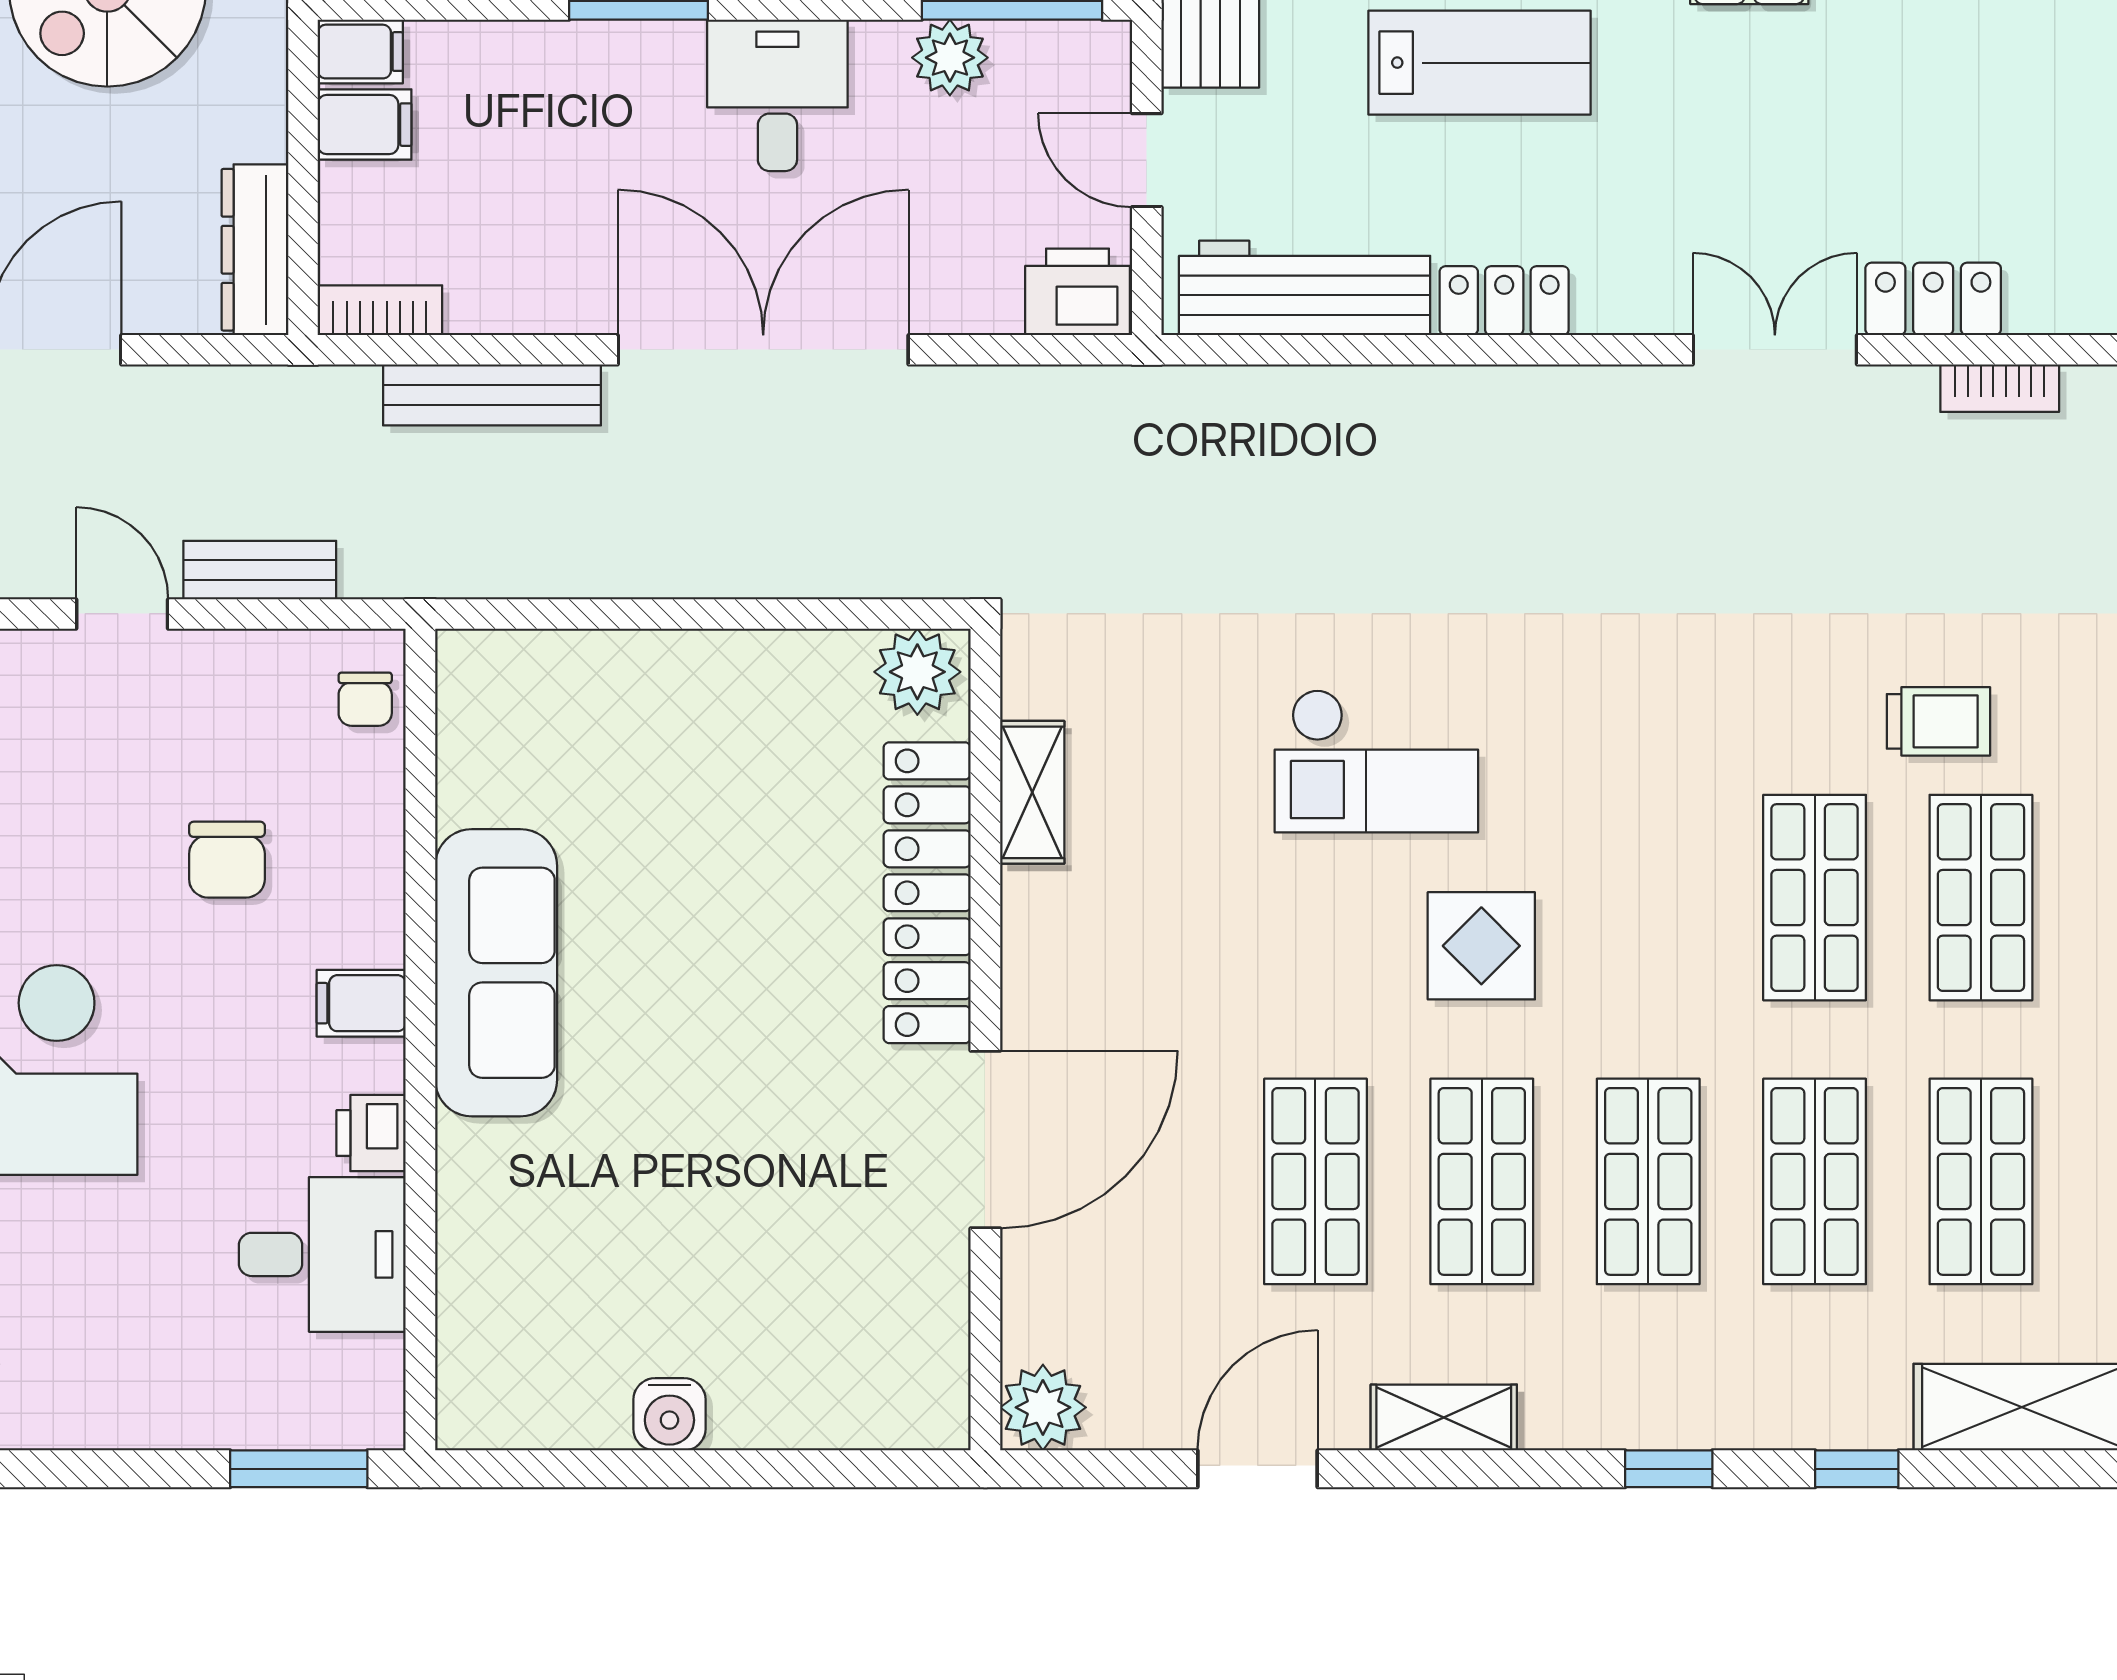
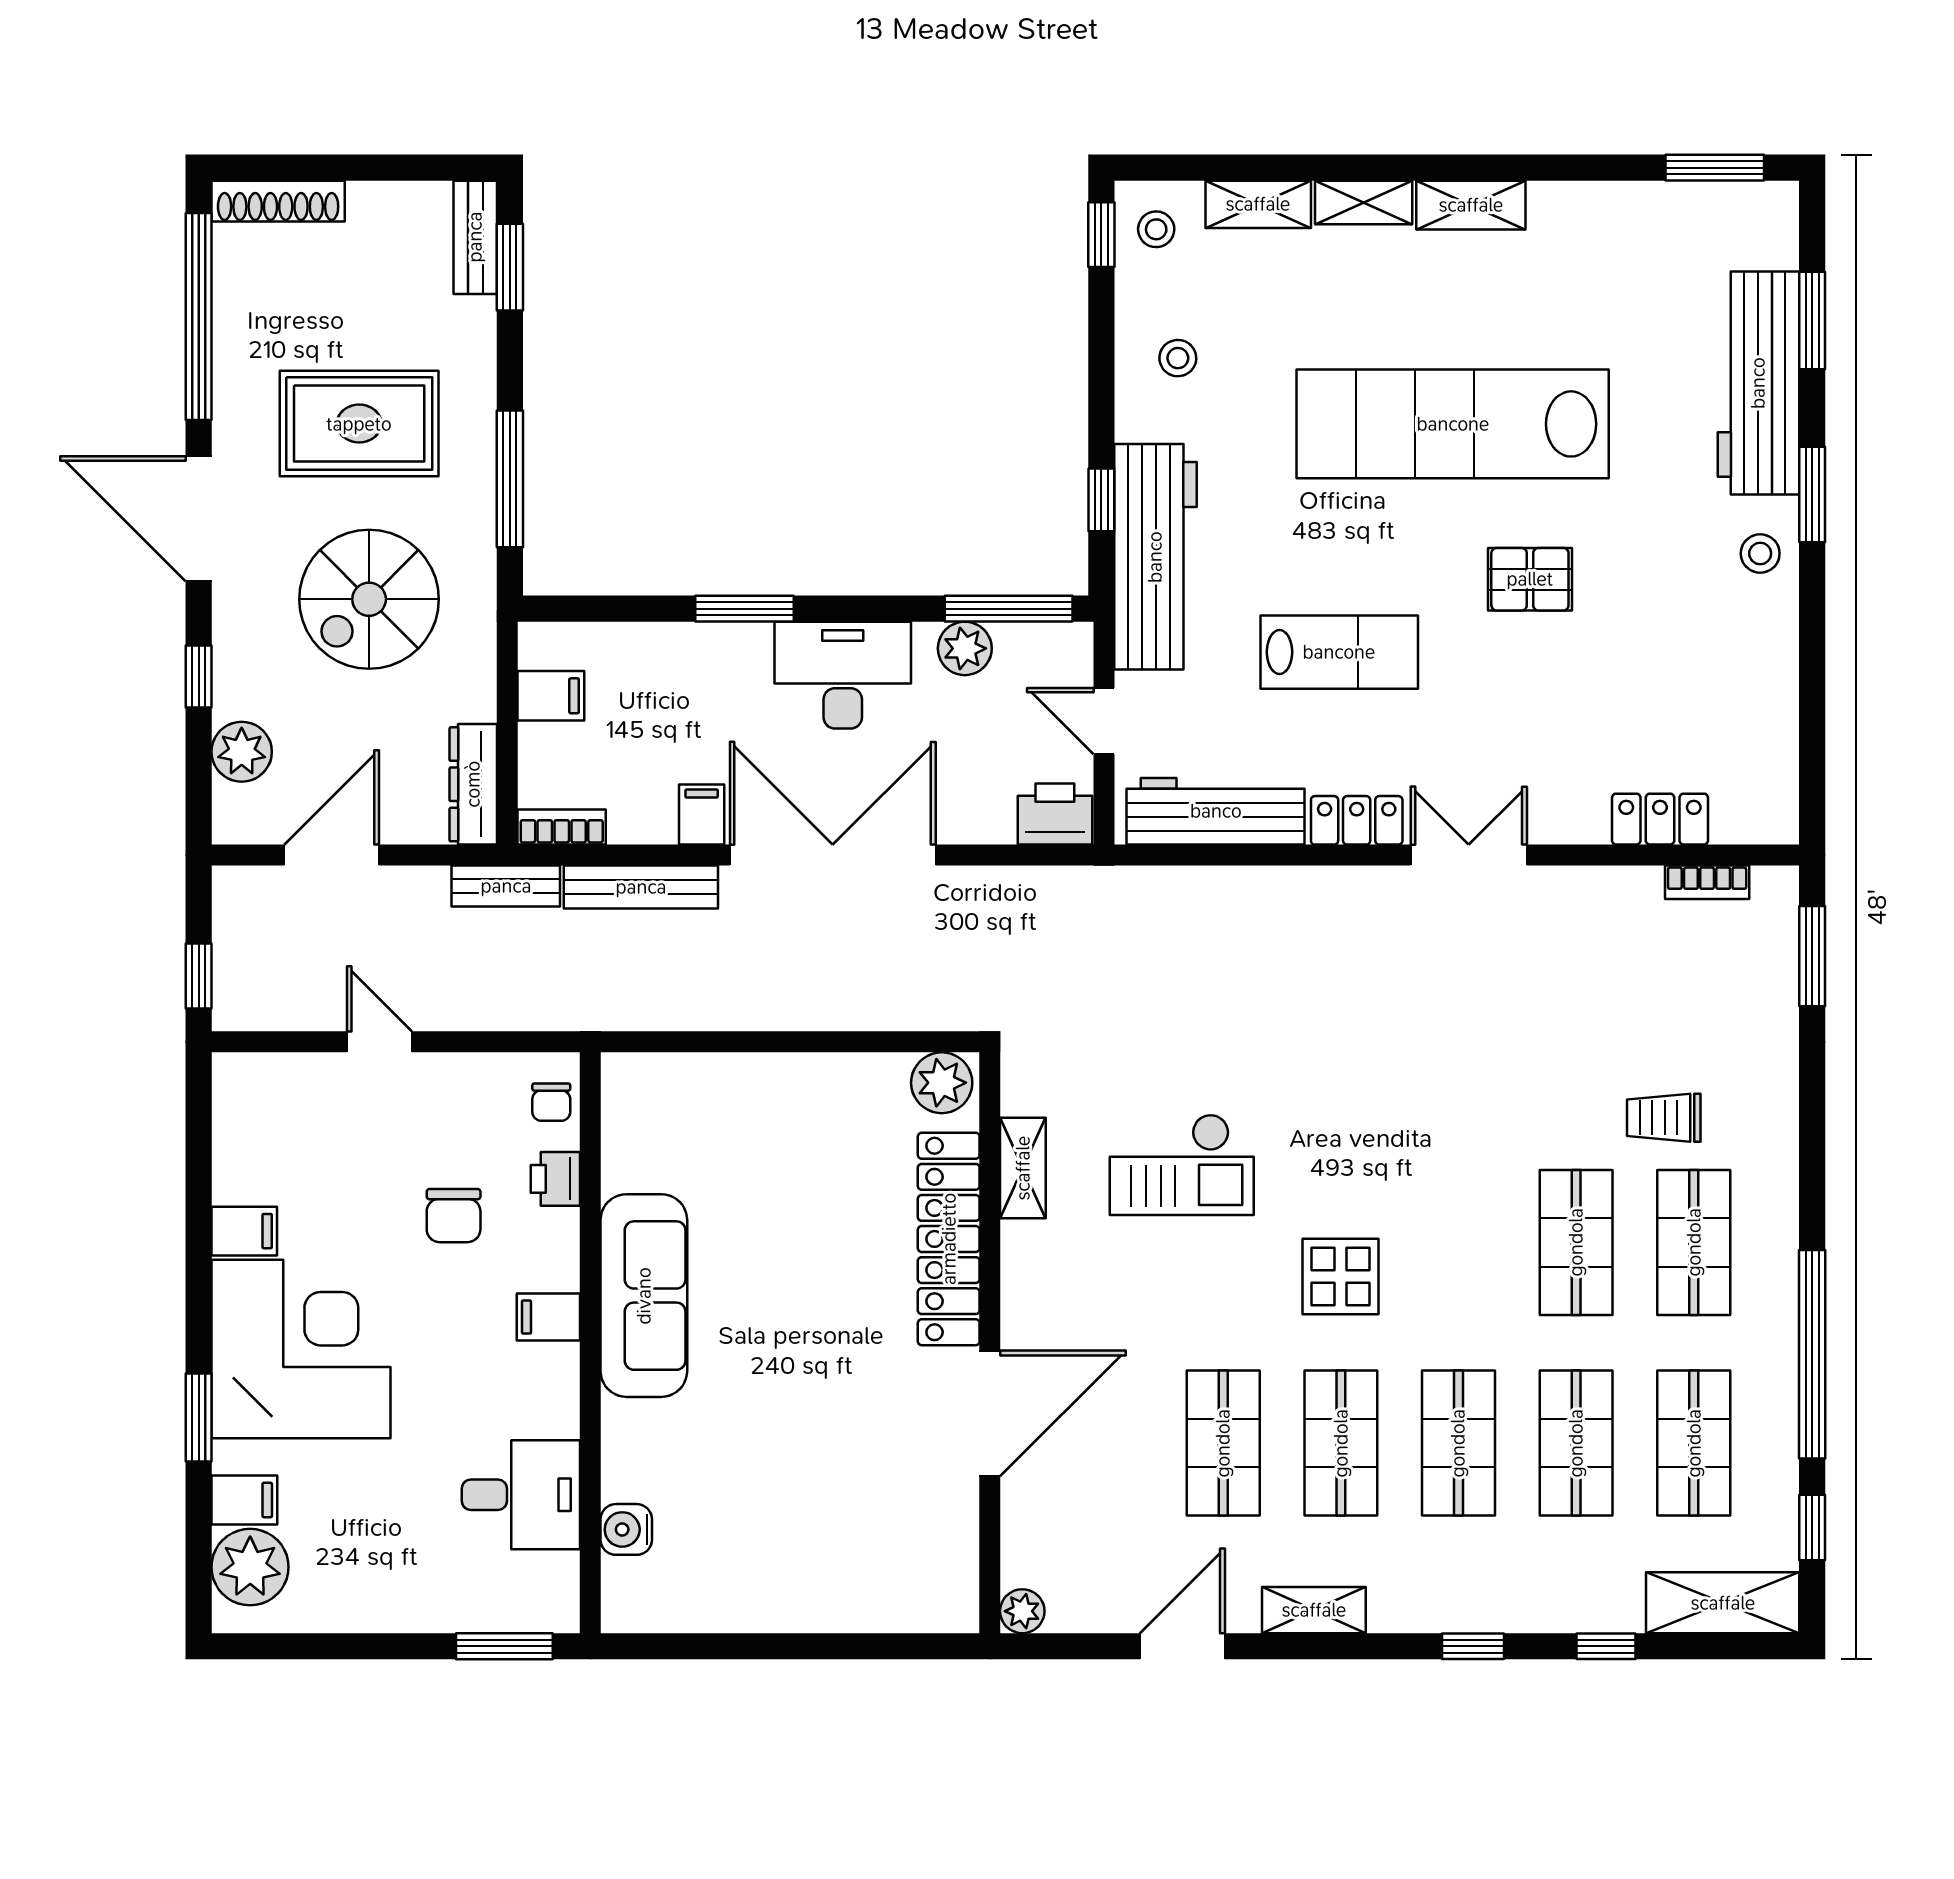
filing cabinet: (360, 52) -> (702, 815), moved, turned -90
desk: (777, 95) -> (843, 675), width x1.37
double door: (1775, 350) -> (1469, 855), moved
bench: (260, 570) -> (506, 886), moved
trolley: (1938, 721) -> (1664, 1118), turned 180
checkout: (1376, 761) -> (1182, 1165), moved
printer: (371, 1133) -> (555, 1179), moved
plant: (1043, 1407) -> (1022, 1611), width x0.73, depth x0.73
water cooler: (669, 1414) -> (626, 1529), moved, turned 90

